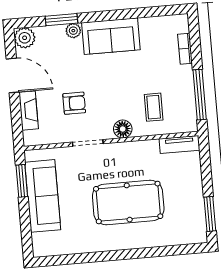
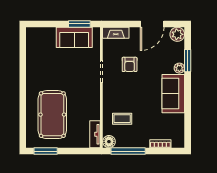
fireplace: (29, 111) -> (116, 33), moved
floor lamp: (123, 129) -> (109, 142), moved
sofa: (43, 196) -> (74, 37), width x0.73
pool table: (128, 203) -> (52, 115), moved

